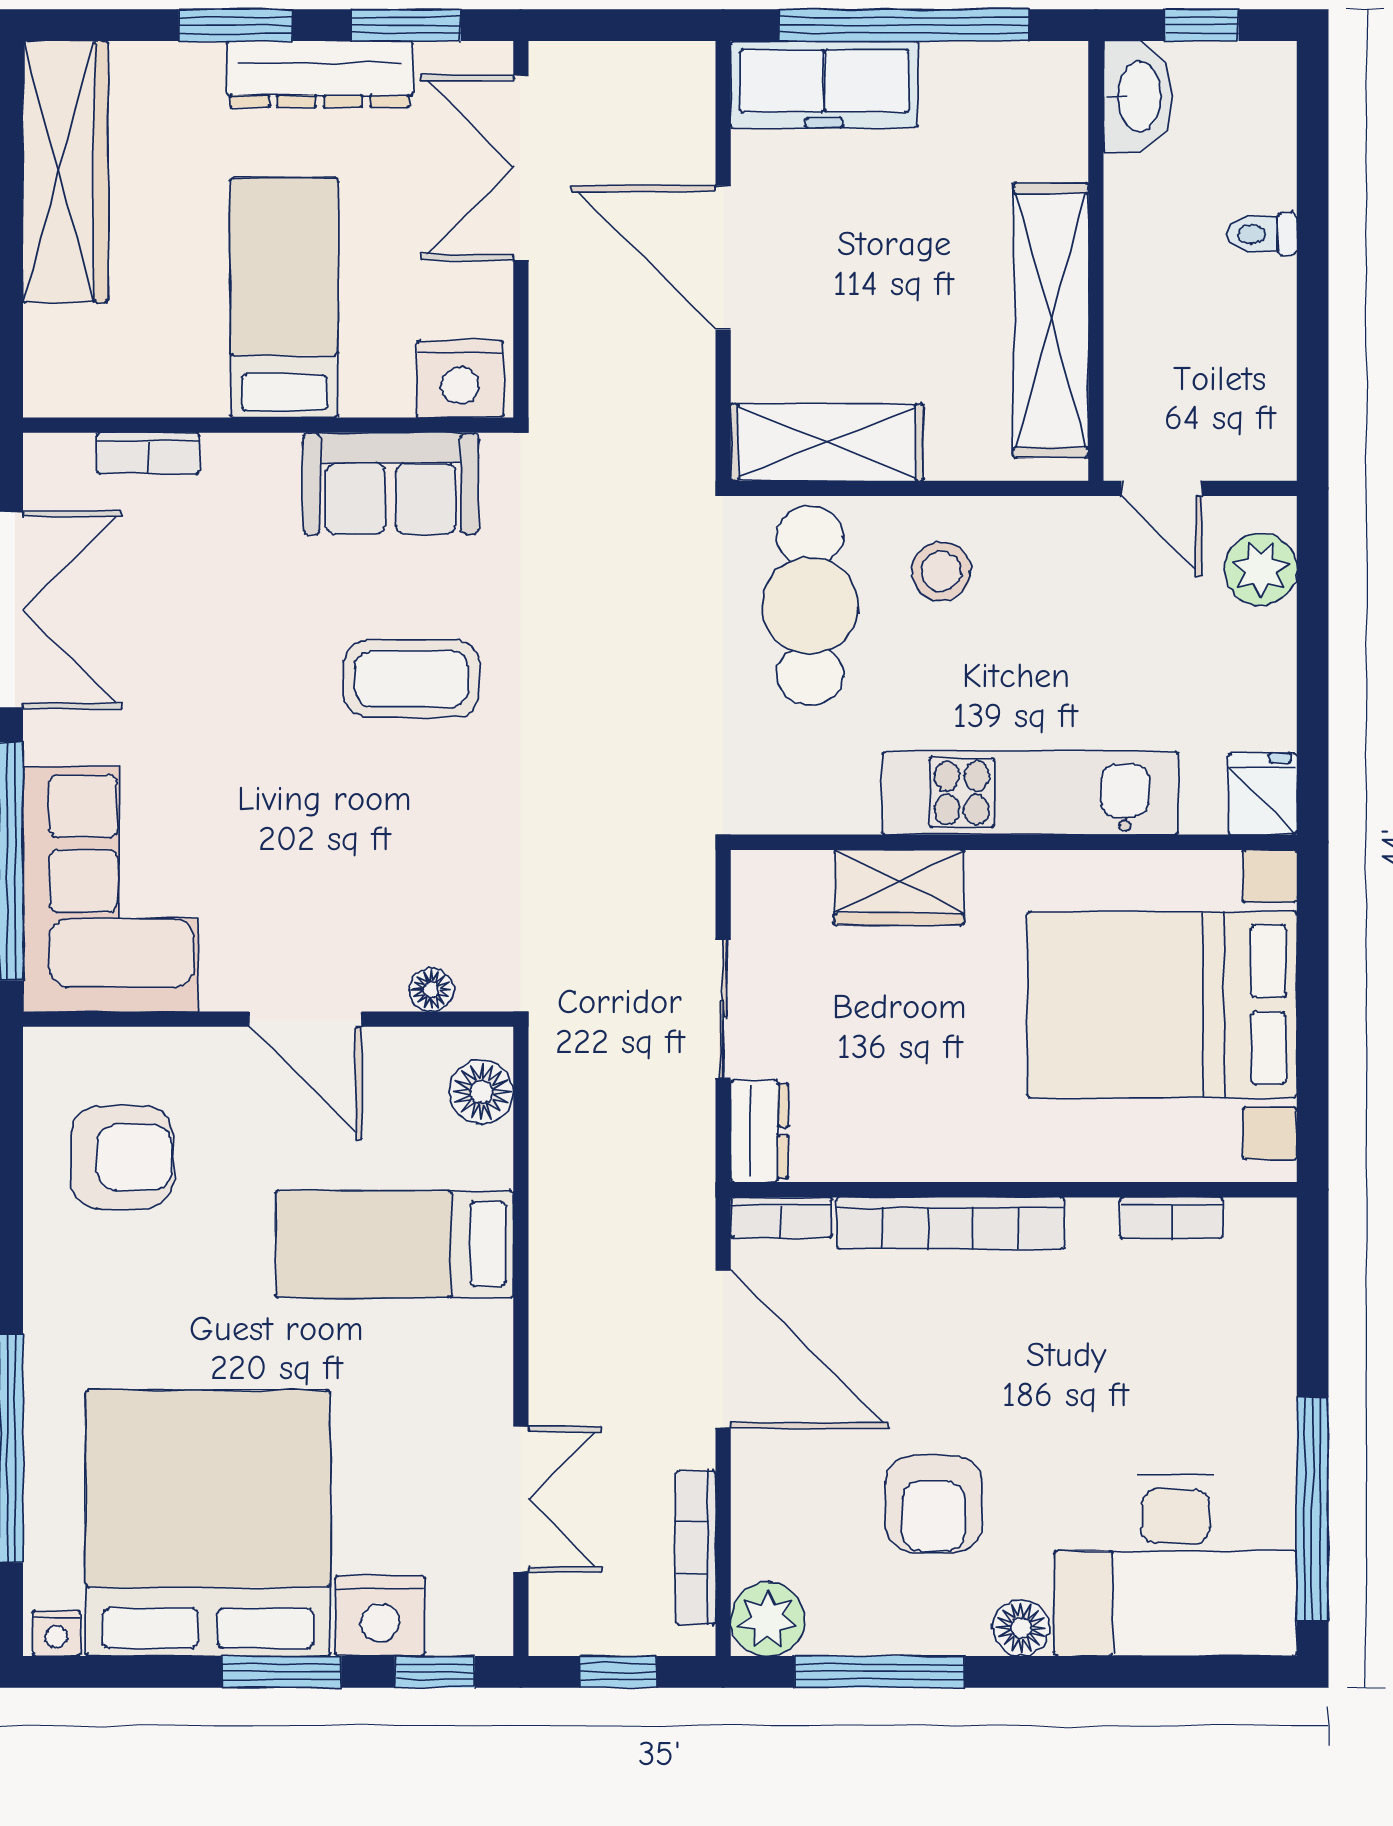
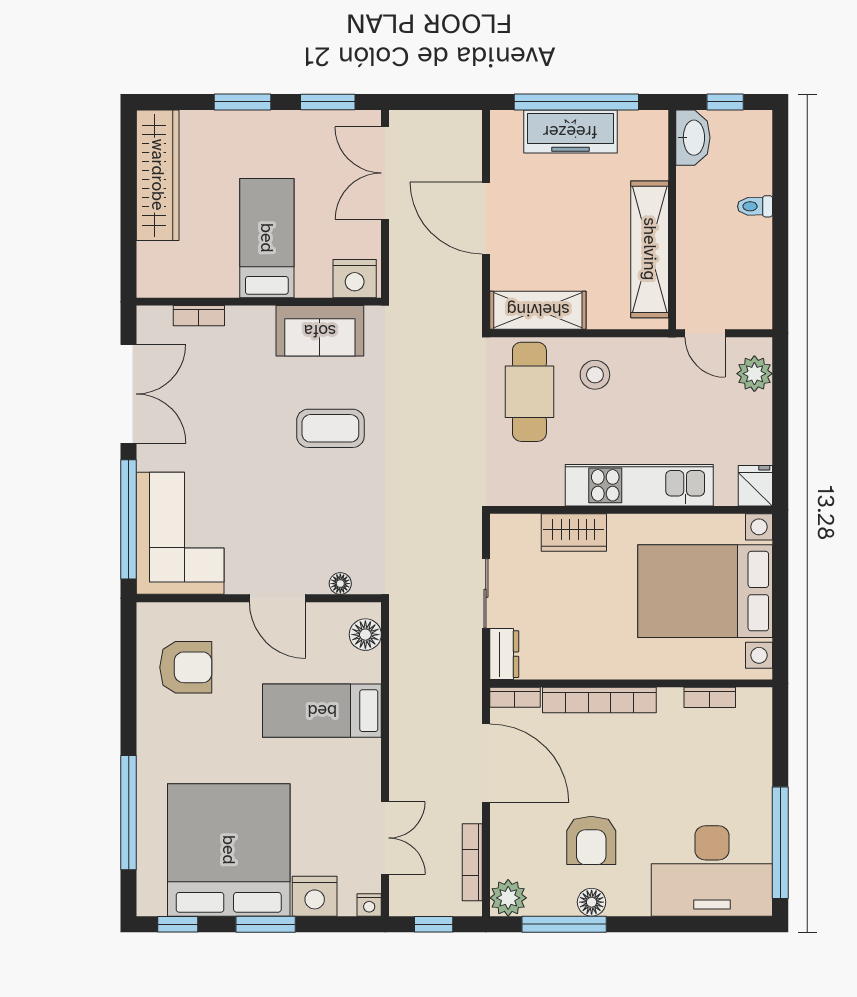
dresser: (320, 74) -> (285, 126), removed
freezer: (824, 84) -> (570, 132), moved
floor lamp: (1021, 1628) -> (592, 902), moved
nightstand: (56, 1633) -> (369, 905), moved
window: (435, 1672) -> (178, 924), moved

